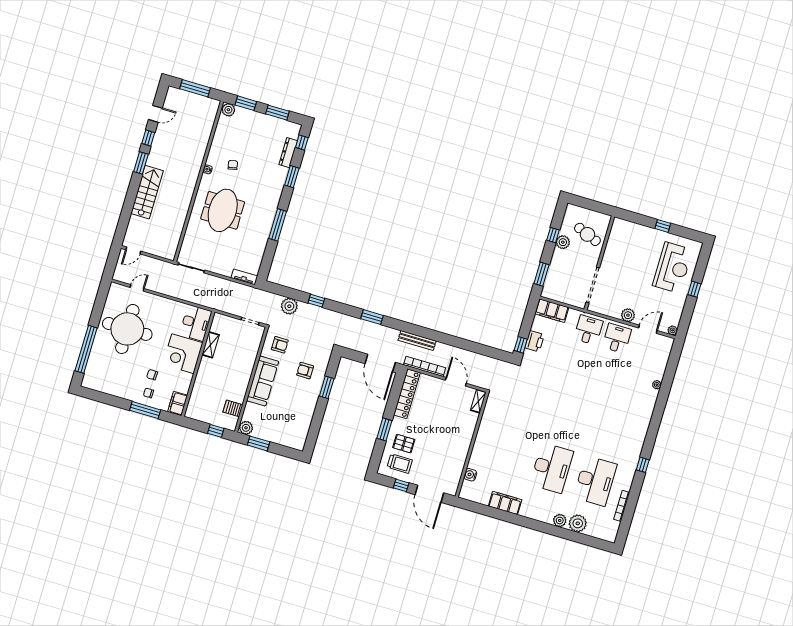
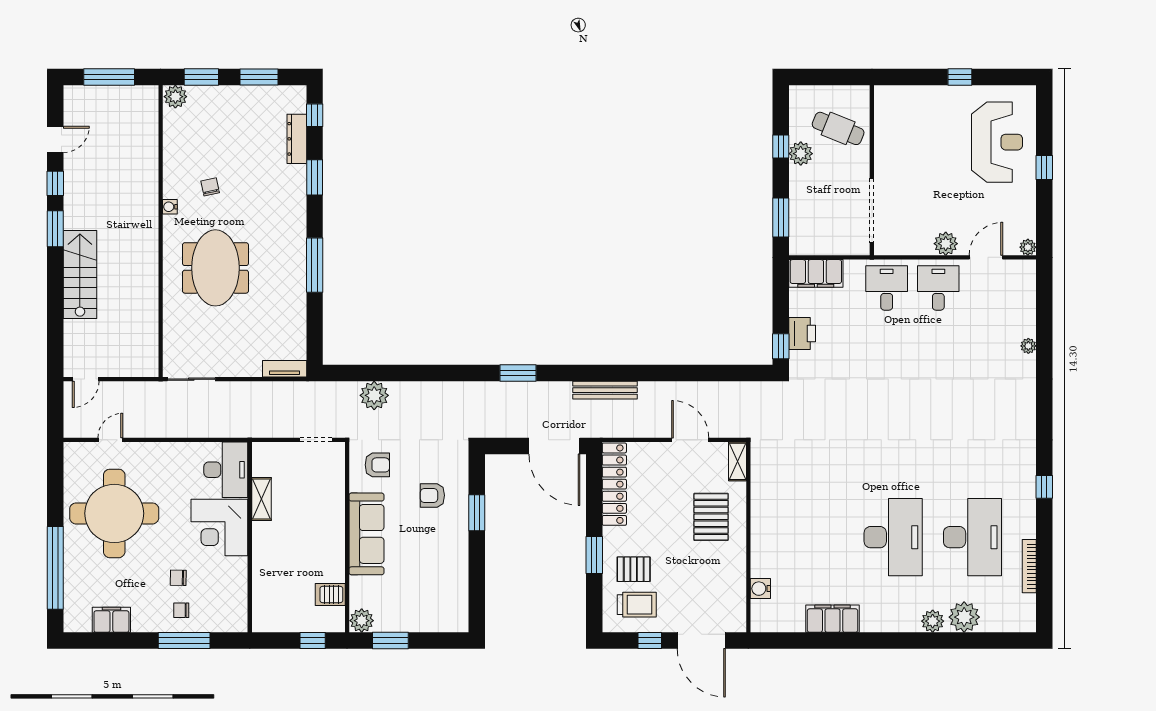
window: (316, 301) -> (417, 373), removed
bookcase: (425, 366) -> (630, 430), removed
filing cabinet: (178, 403) -> (111, 620), moved, turned 90
pallet: (455, 427) -> (711, 517), added

